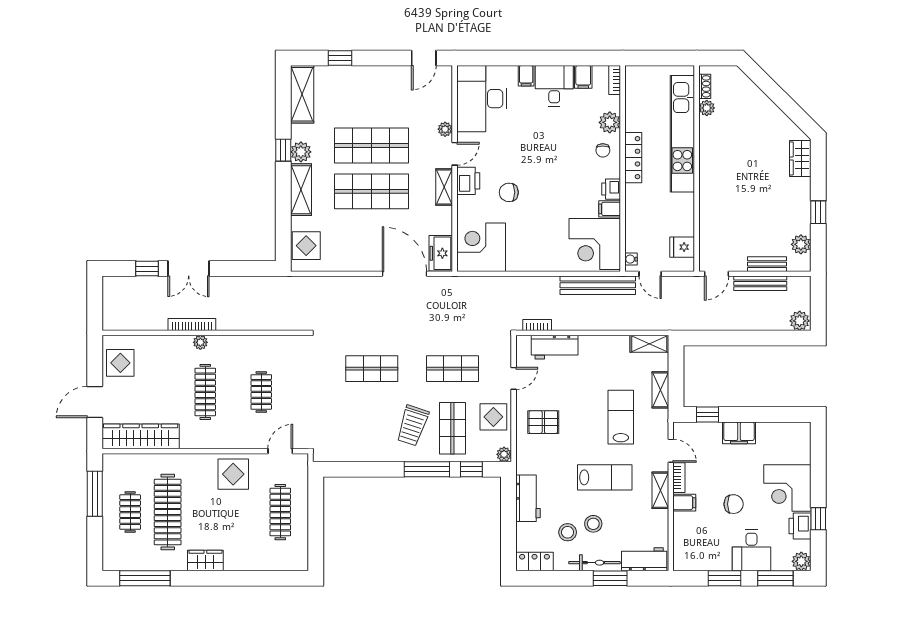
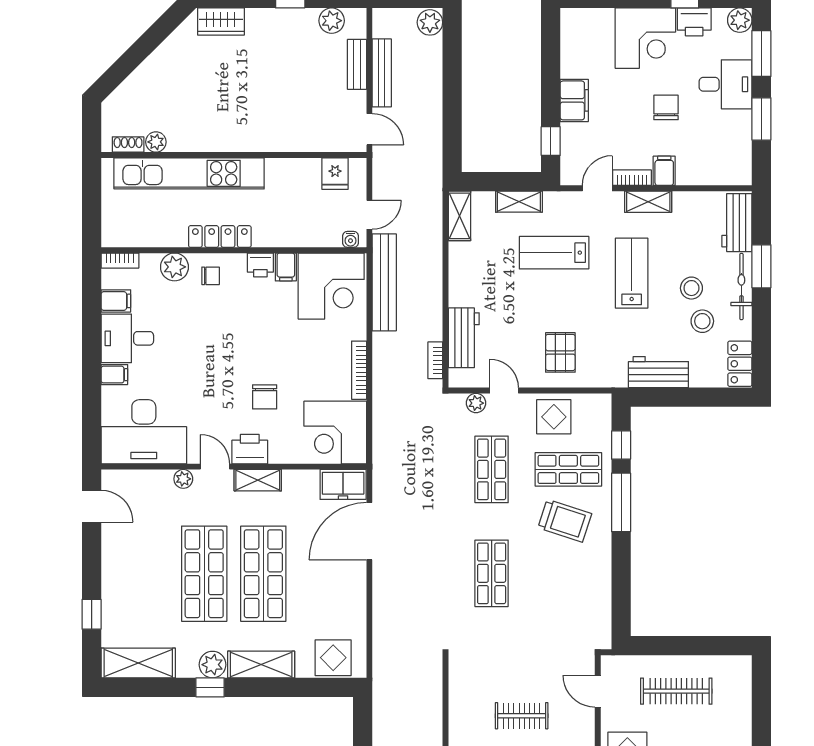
bookcase: (530, 266) -> (359, 370), added
plant: (504, 454) -> (476, 403), moved

